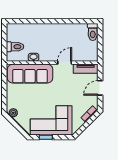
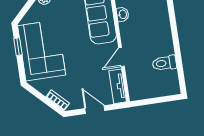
toilet: (93, 32) -> (164, 63), moved
door: (65, 63) -> (121, 57), swing flipped

